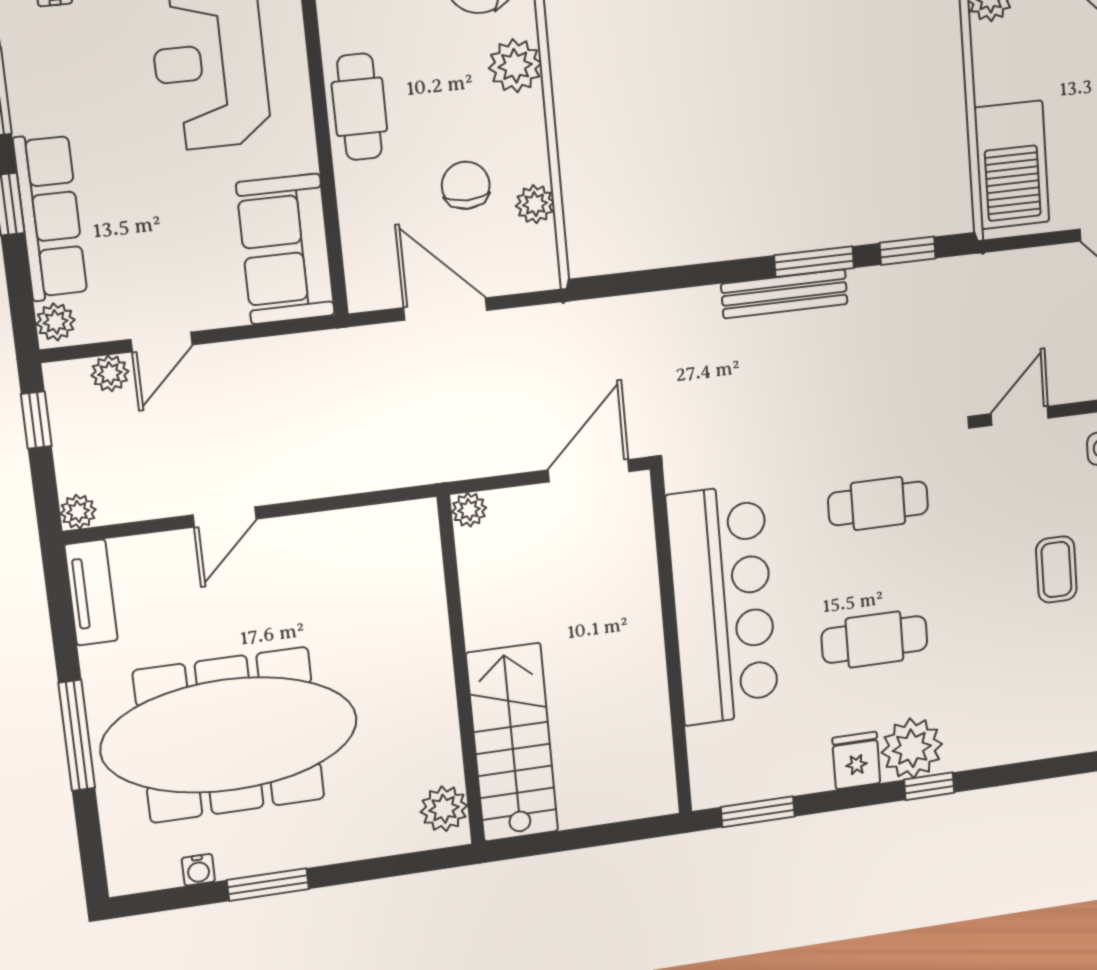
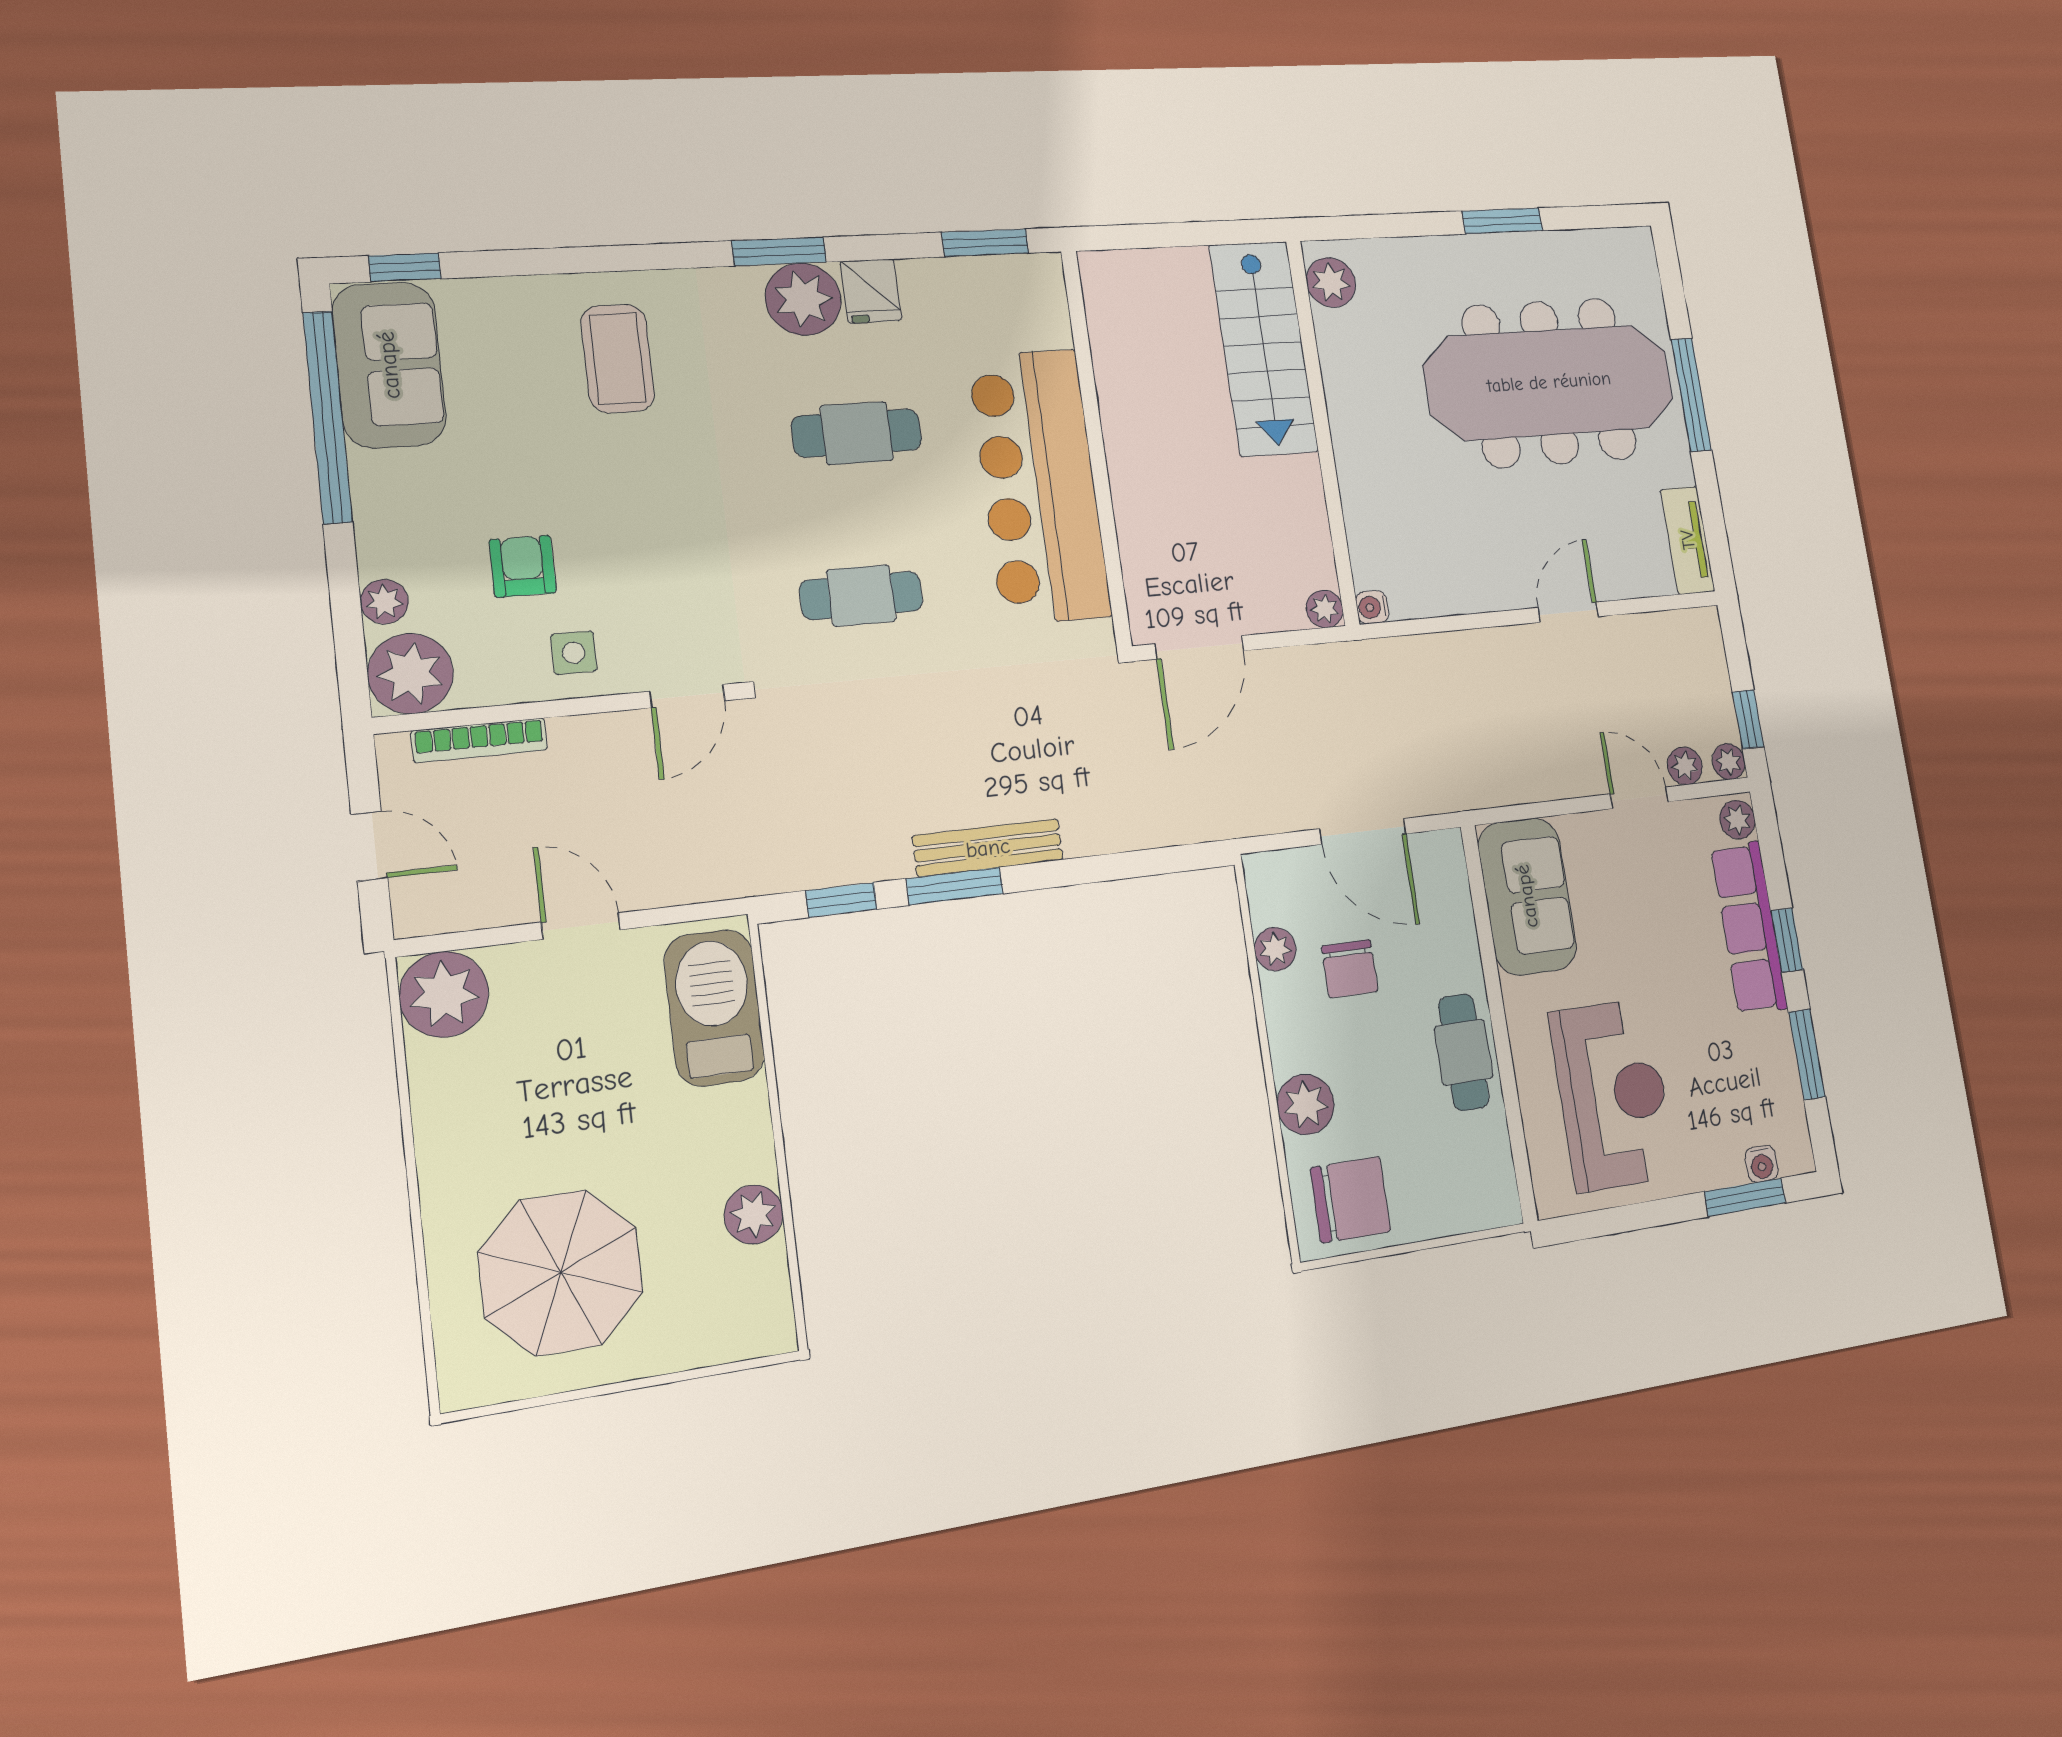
door: (161, 342) -> (1639, 798), hinge flipped
plant: (78, 512) -> (1729, 762), moved
coffee table: (1056, 570) -> (618, 359), moved, width x1.36, depth x1.30
window: (929, 786) -> (779, 251), width x1.50
water cooler: (198, 870) -> (1372, 607), moved, turned -90

